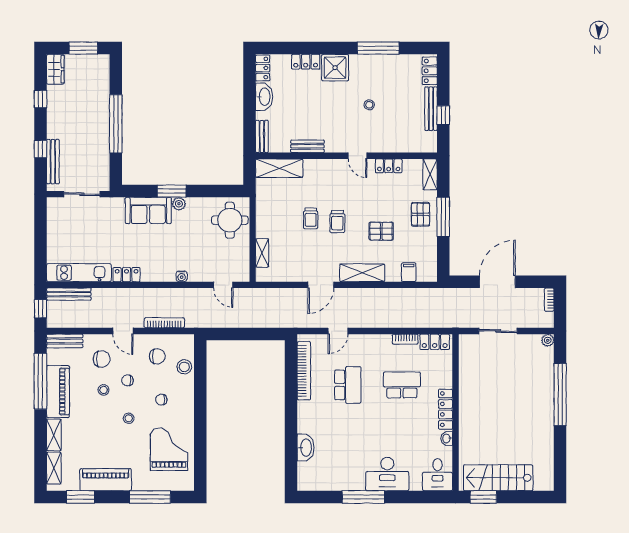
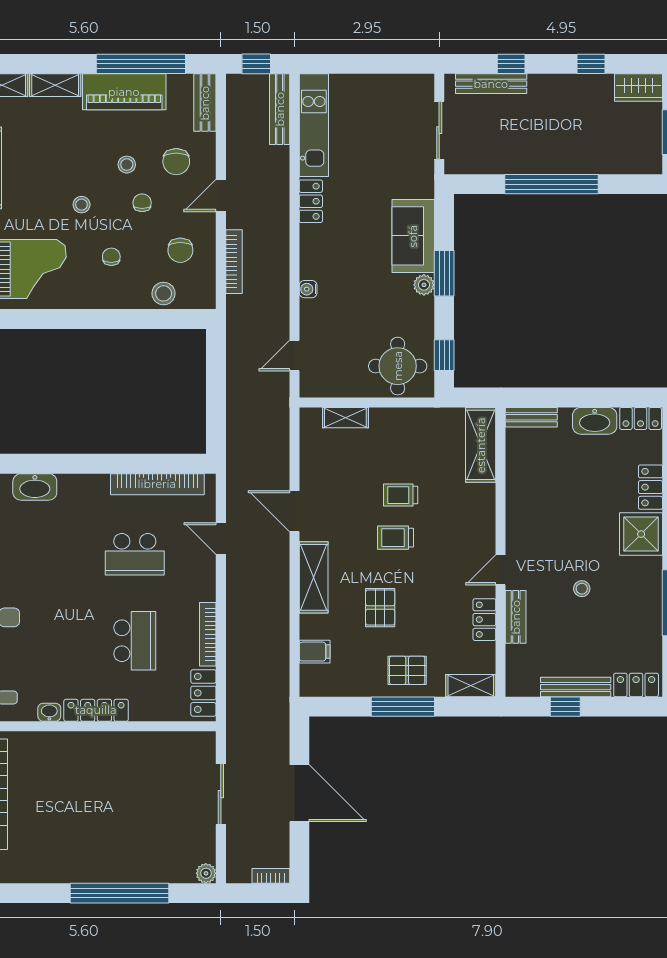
bench: (307, 146) -> (516, 617), moved
window: (223, 191) -> (444, 355), added
bookcase: (405, 339) -> (208, 634), width x1.56

